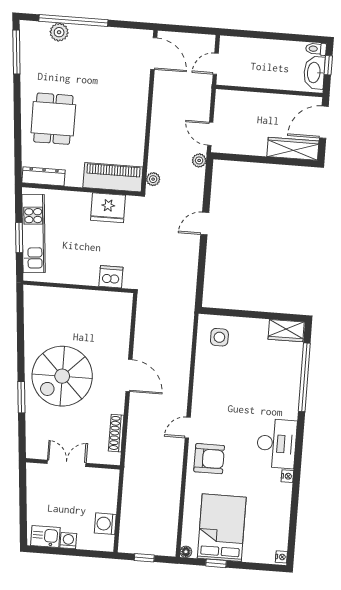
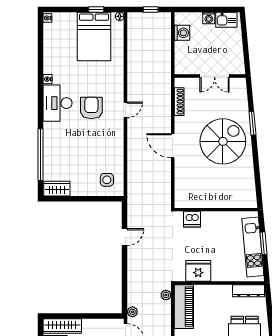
piano: (113, 177) -> (184, 307), moved, turned -90
door: (205, 224) -> (124, 237), moved
armchair: (209, 459) -> (91, 108), moved, turned 90

